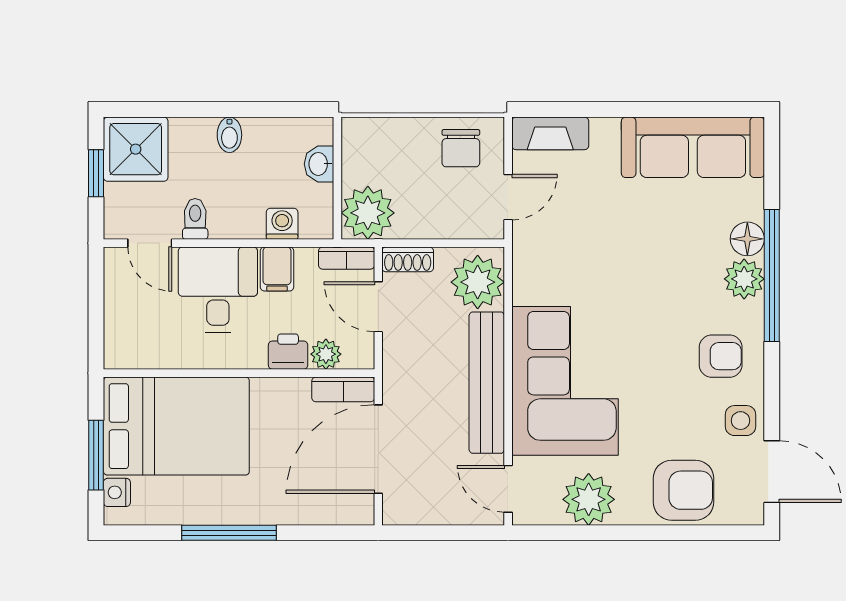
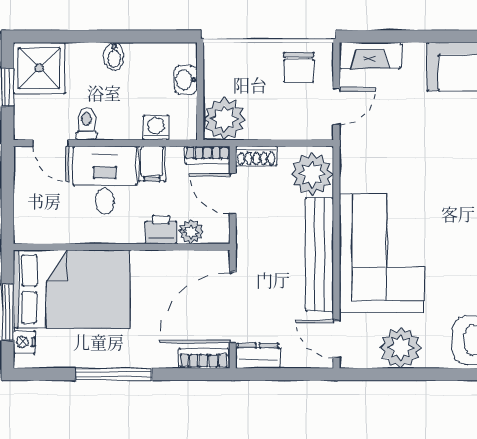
bookcase: (343, 389) -> (204, 358), moved, turned 180
dresser: (410, 510) -> (258, 356), added

